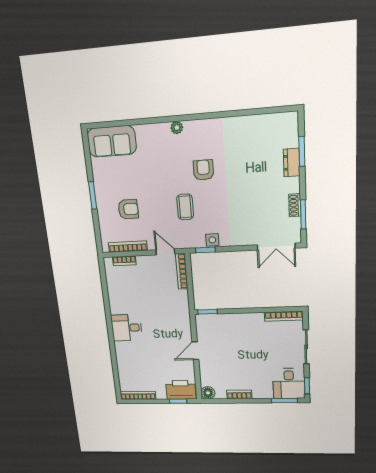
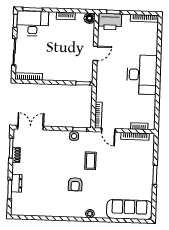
sofa: (112, 141) -> (129, 210), width x1.36
armchair: (128, 209) -> (131, 163), removed
desk: (127, 328) -> (142, 75), width x1.87, depth x1.30
desk: (289, 384) -> (33, 23), width x1.37

